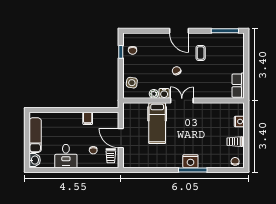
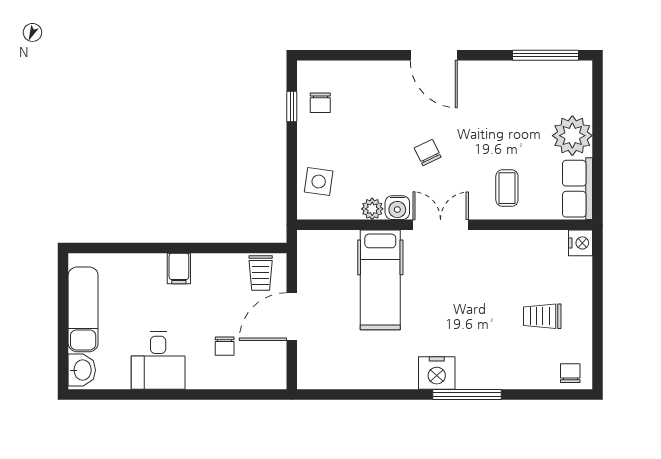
coffee table: (201, 53) -> (507, 188), moved
plant: (236, 64) -> (572, 136), added
filing cabinet: (88, 118) -> (179, 269), moved
nightstand: (239, 122) -> (580, 243), moved
door: (121, 138) -> (292, 317), hinge flipped
trolley: (235, 142) -> (542, 316), moved
trolley: (111, 156) -> (261, 273), moved
nightstand: (190, 161) -> (437, 373), moved

